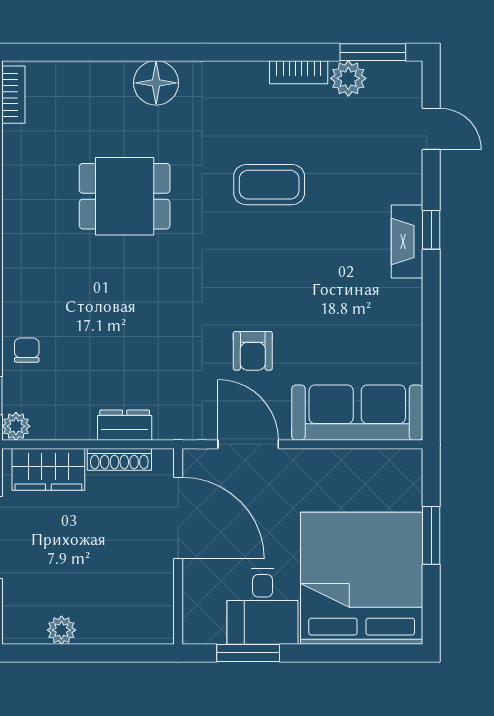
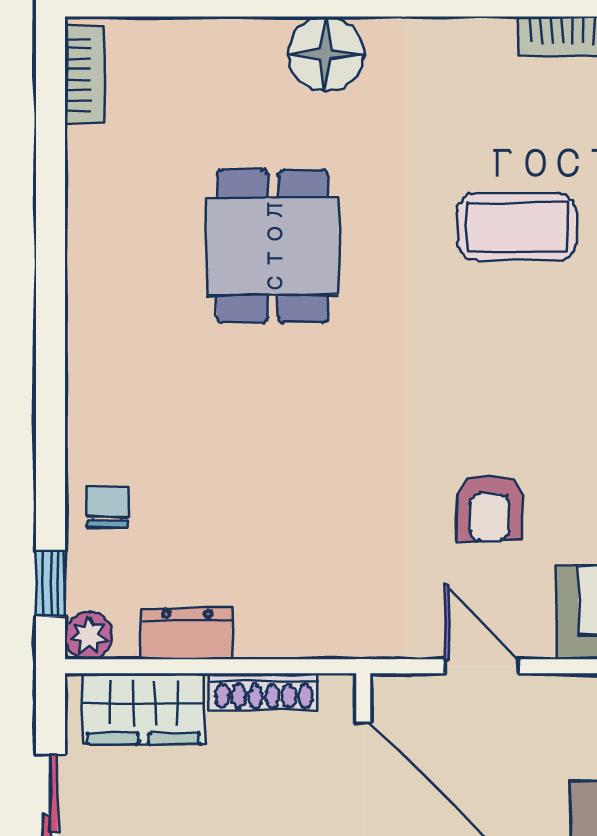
dining table: (125, 196) -> (273, 246), turned 90
dresser: (125, 425) -> (187, 634), moved
door: (248, 444) -> (482, 666), width x0.73

